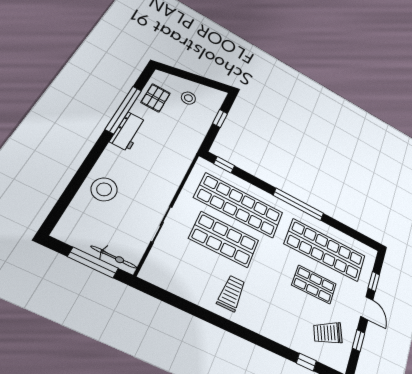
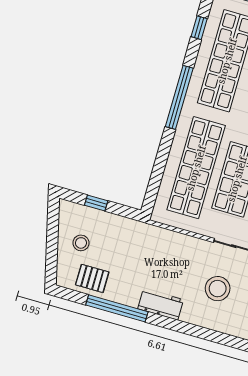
workbench: (128, 131) -> (161, 304), moved
window: (224, 165) -> (199, 28), moved
stool: (104, 189) -> (218, 289), moved

